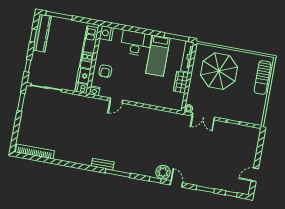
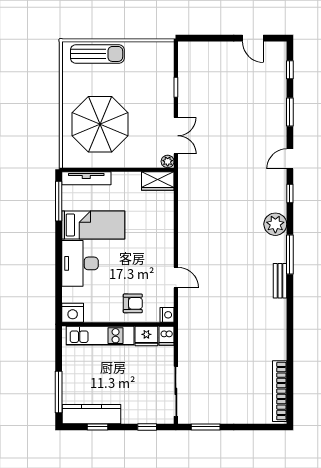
wardrobe: (181, 82) -> (158, 181), moved
plant: (163, 172) -> (275, 224), moved

